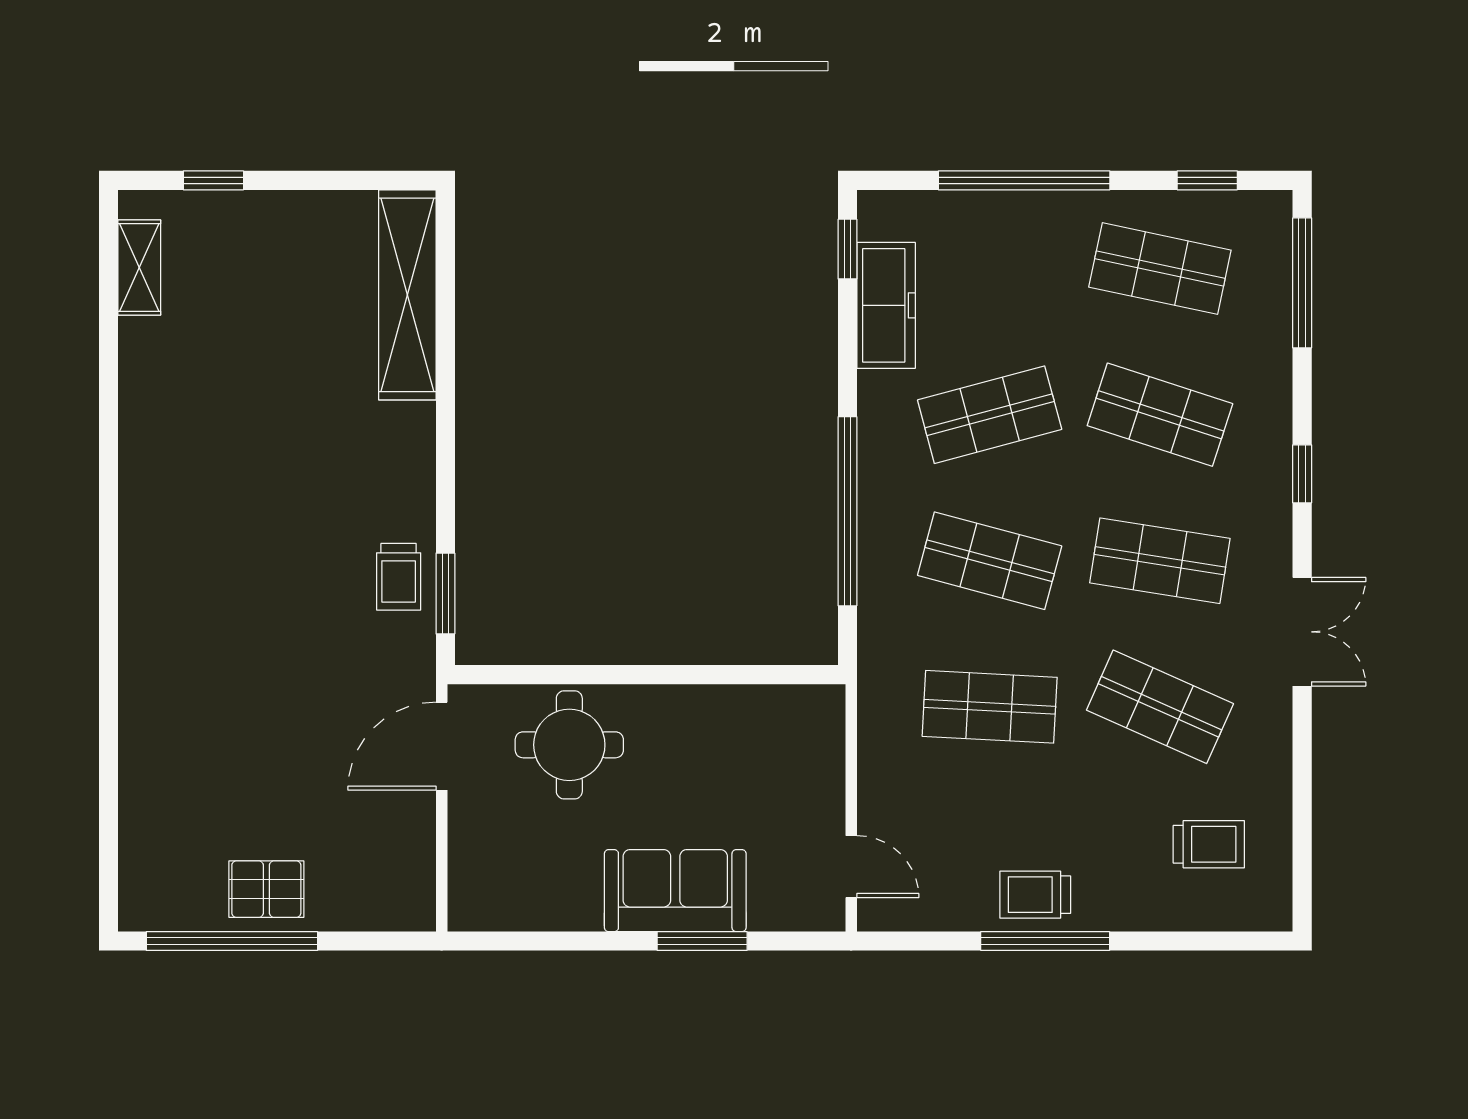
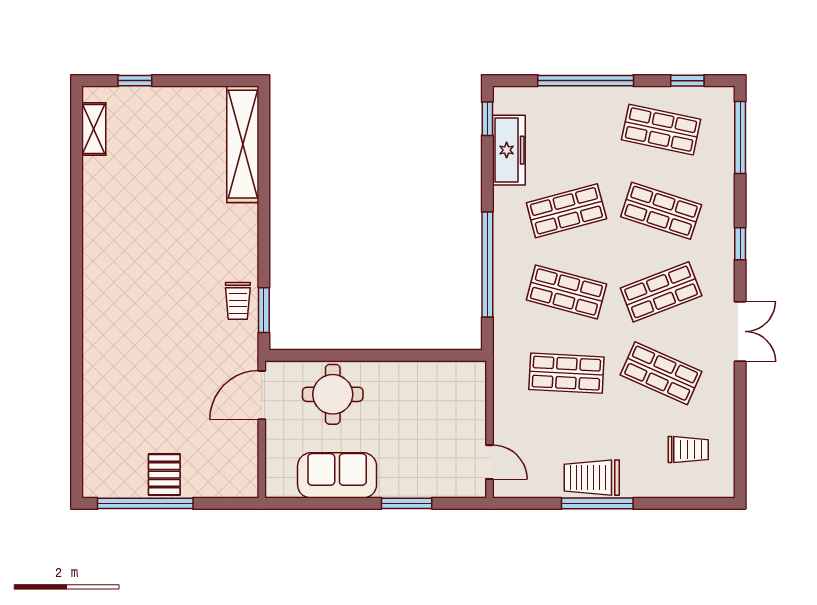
shop shelf: (1160, 561) -> (661, 292), turned -30
pallet: (266, 889) -> (164, 475), turned 90
sofa: (675, 891) -> (337, 475), moved
trolley: (1035, 895) -> (592, 478), width x1.36, depth x1.39

